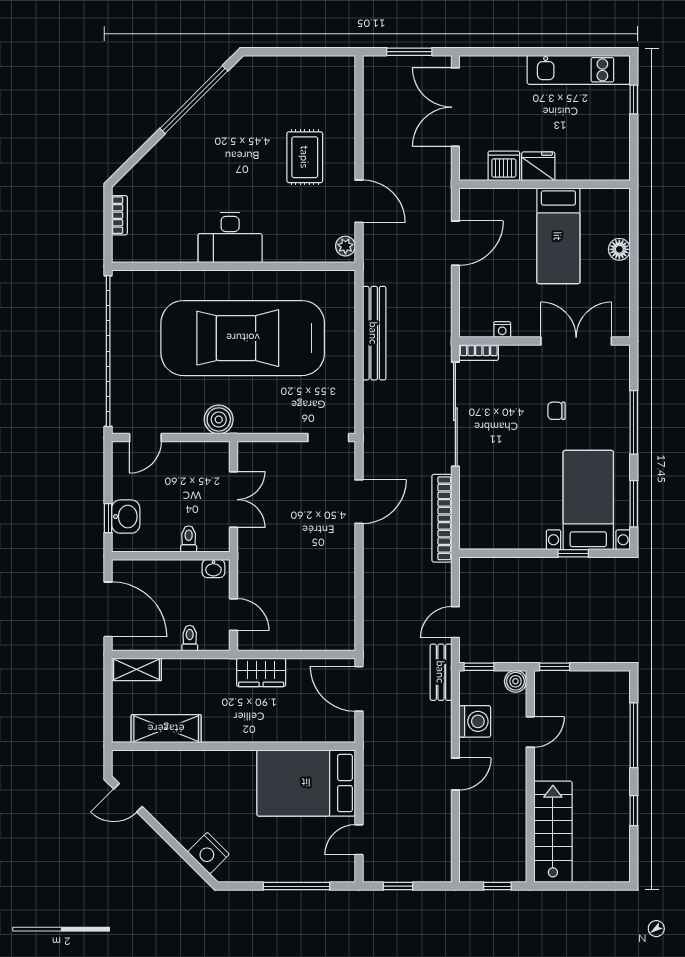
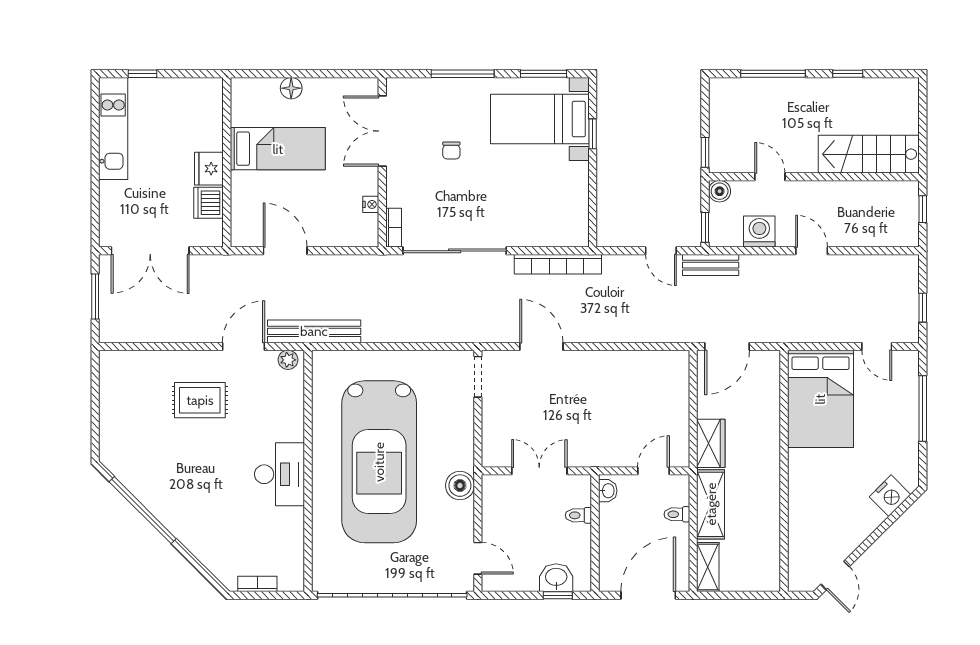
bench: (374, 333) -> (314, 331), moved
shelving: (166, 729) -> (711, 504), moved

